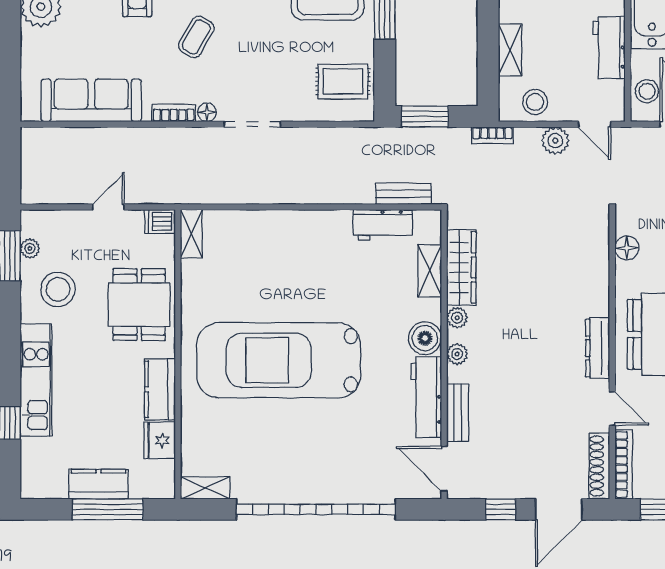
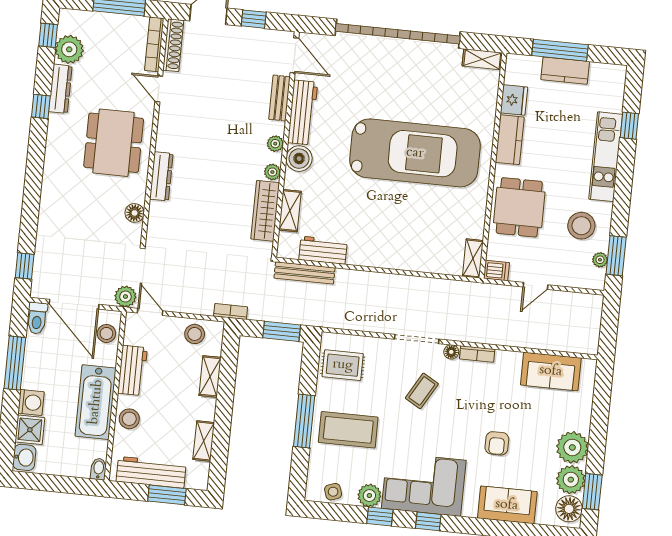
coffee table: (196, 37) -> (422, 391), moved
sofa: (91, 100) -> (551, 371), width x0.73
plant: (555, 141) -> (125, 297), moved
bench: (403, 194) -> (304, 273), width x1.36
dresser: (598, 348) -> (161, 176), moved

